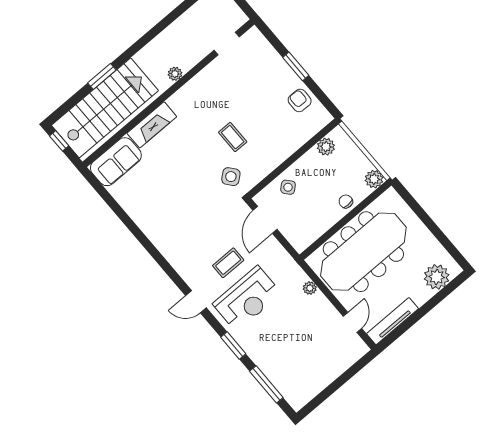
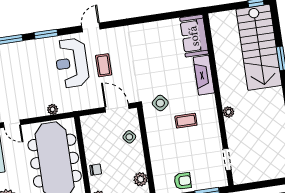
doorway: (227, 43) -> (227, 159), moved
plant: (175, 74) -> (228, 112), moved
wall: (168, 93) -> (218, 100), moved
fireplace: (152, 125) -> (204, 75), moved
sofa: (116, 162) -> (194, 36), moved

